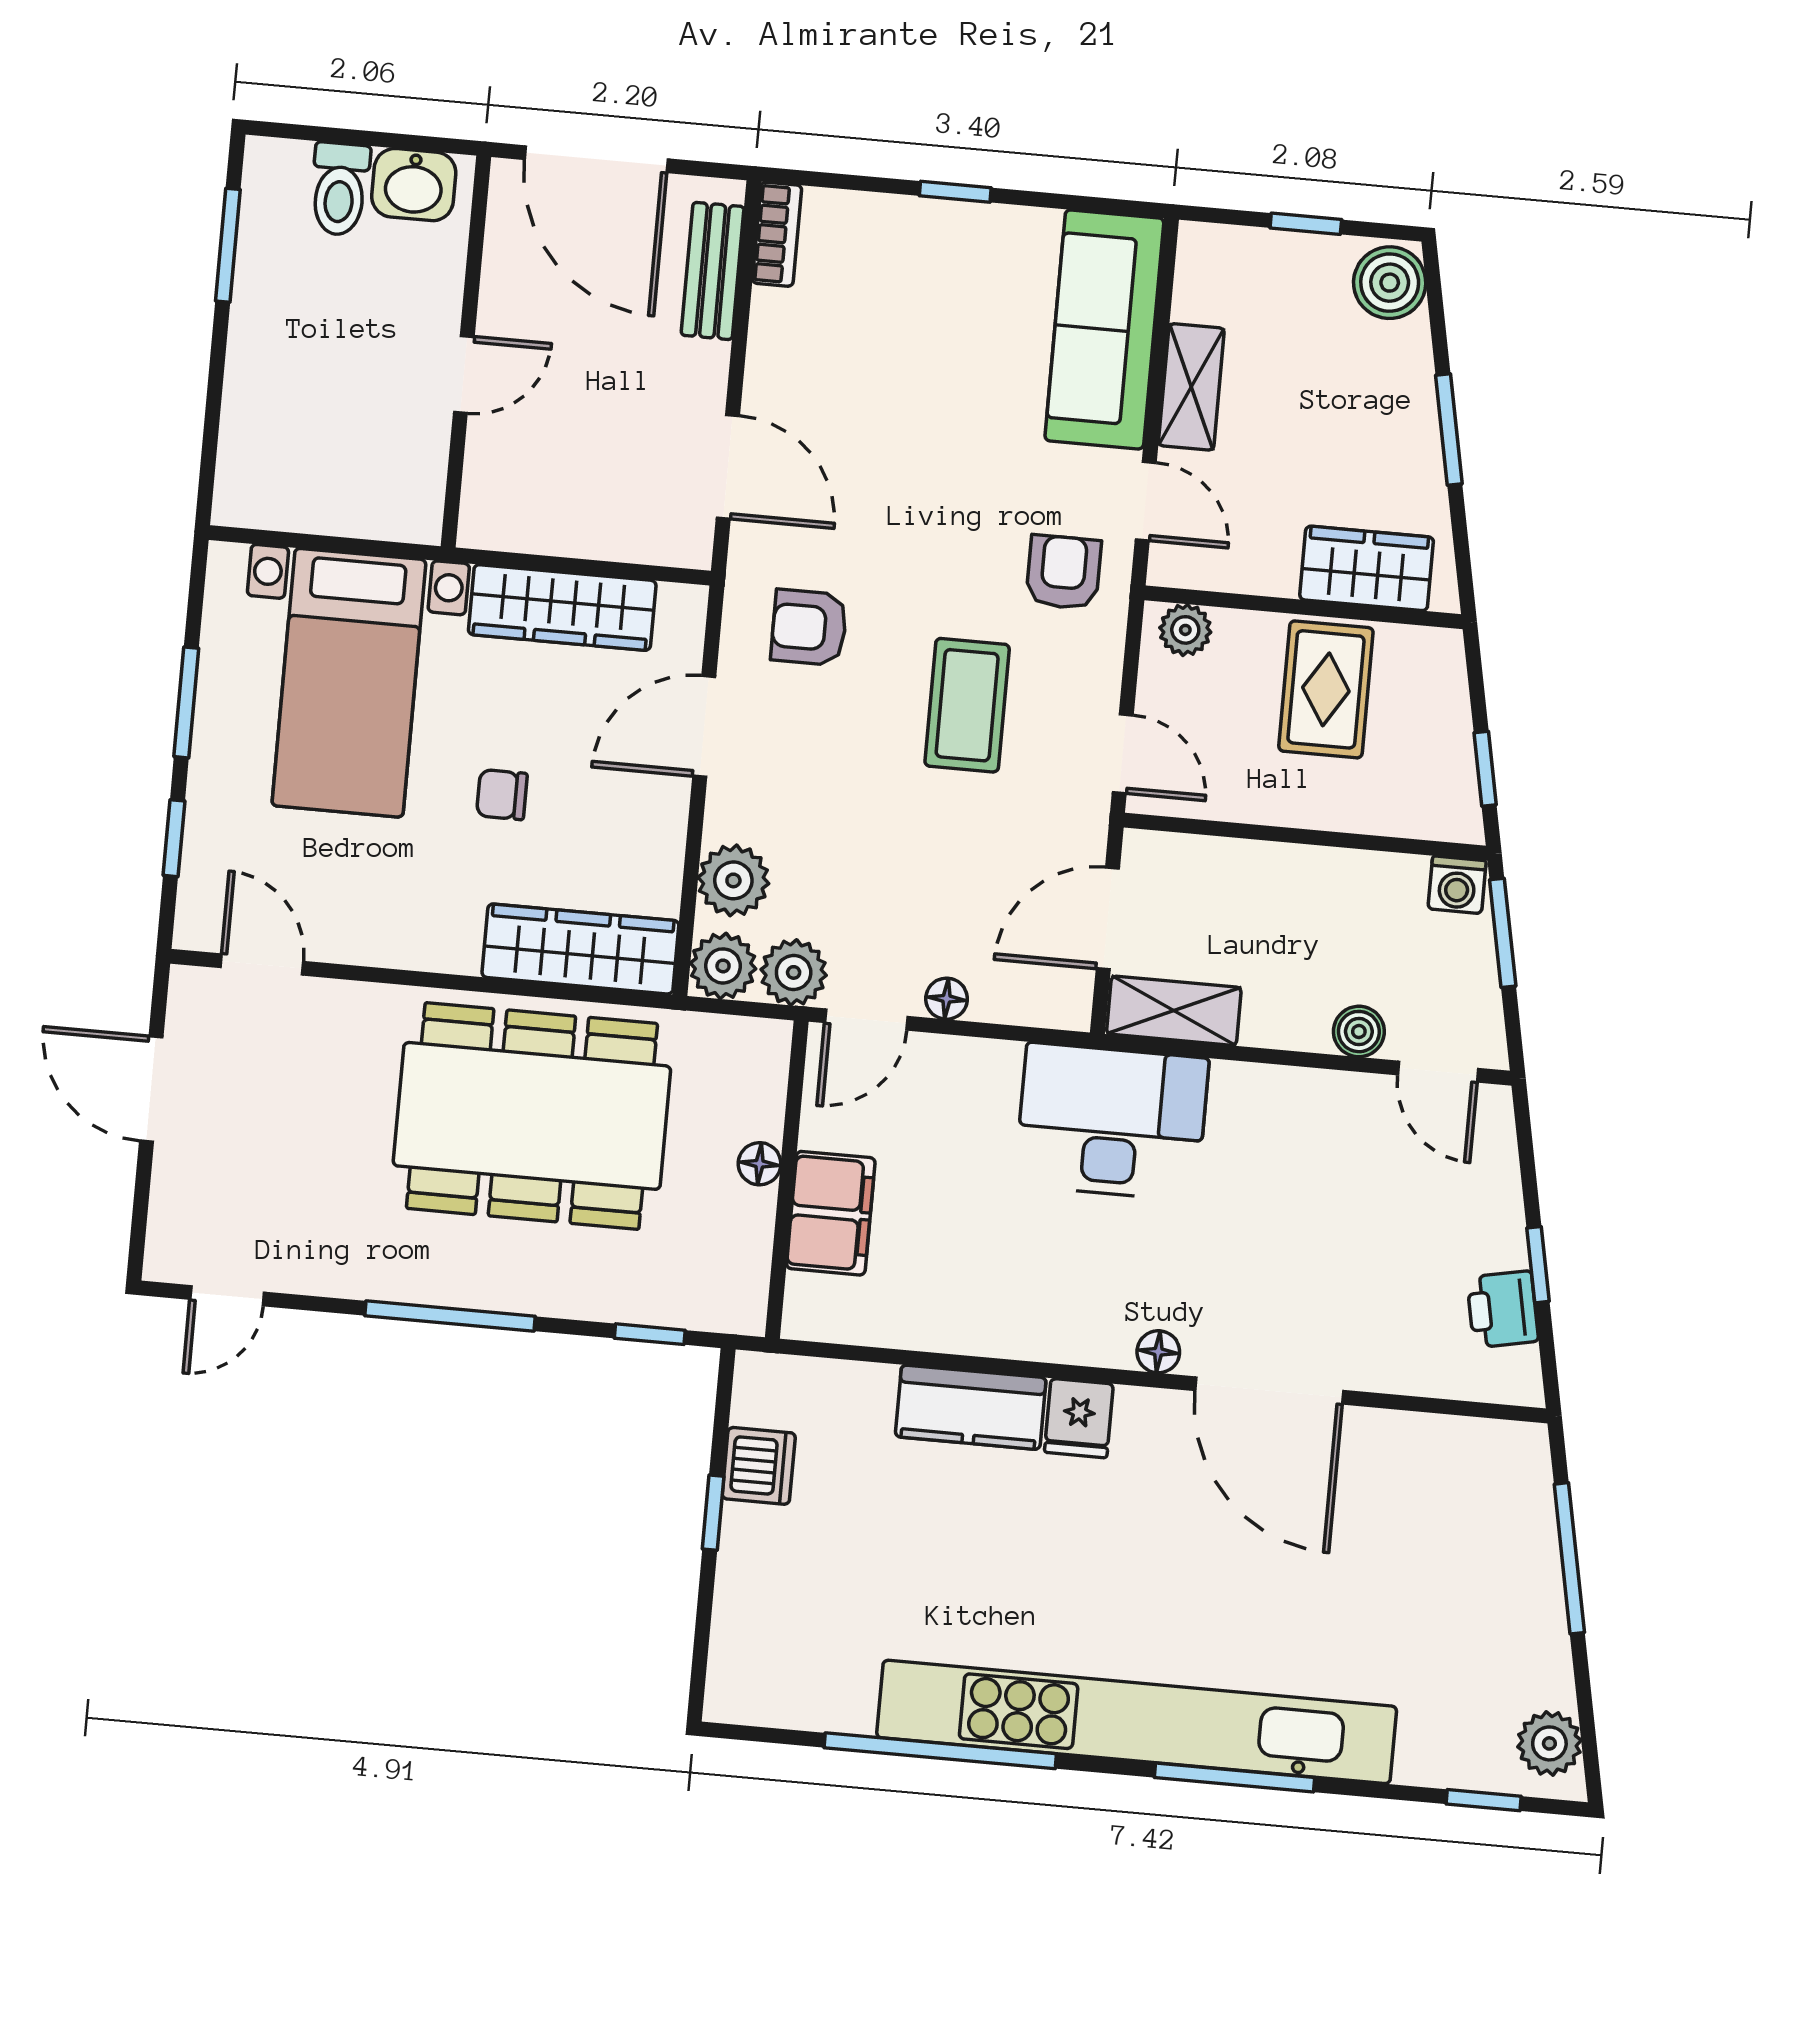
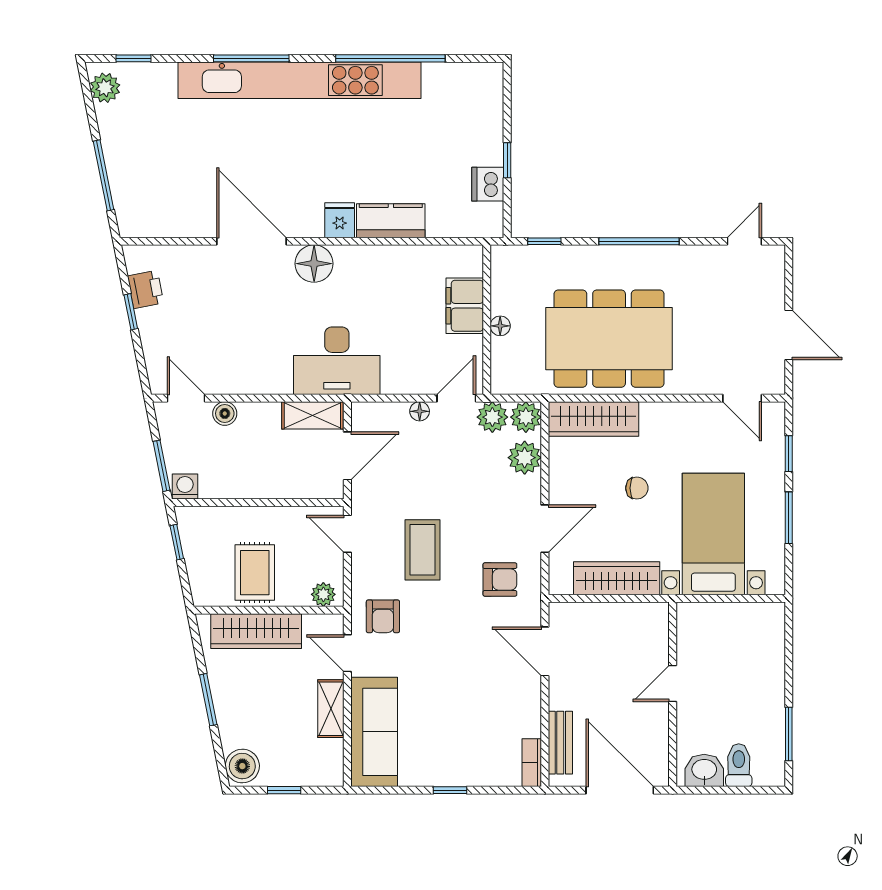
wardrobe: (1367, 568) -> (256, 631), width x1.50
floor lamp: (1158, 1352) -> (314, 264), width x1.89, depth x1.89

